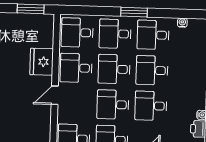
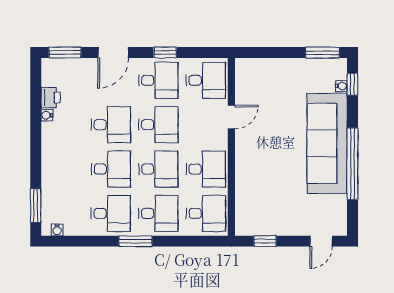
window: (31, 9) -> (265, 241), width x0.67
water cooler: (182, 23) -> (57, 230), moved
fridge: (42, 62) -> (249, 175), removed
door: (55, 95) -> (231, 117), moved

